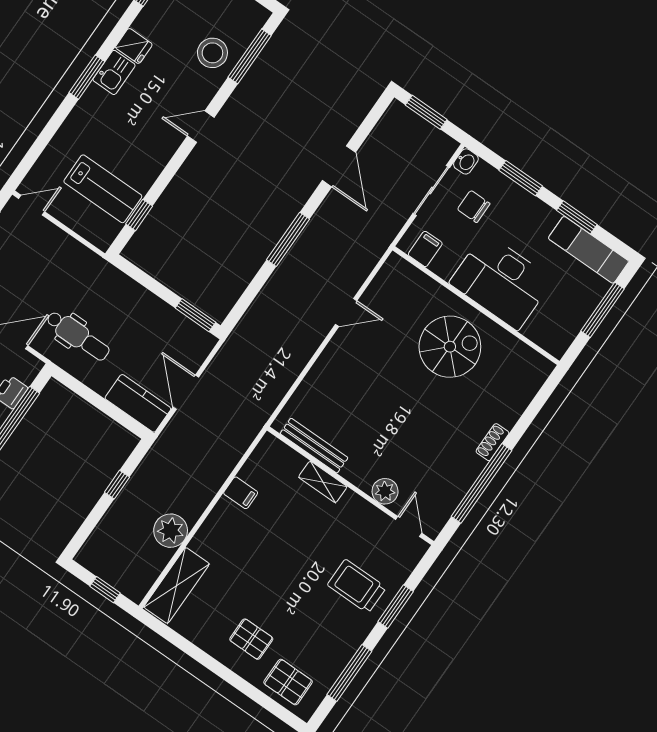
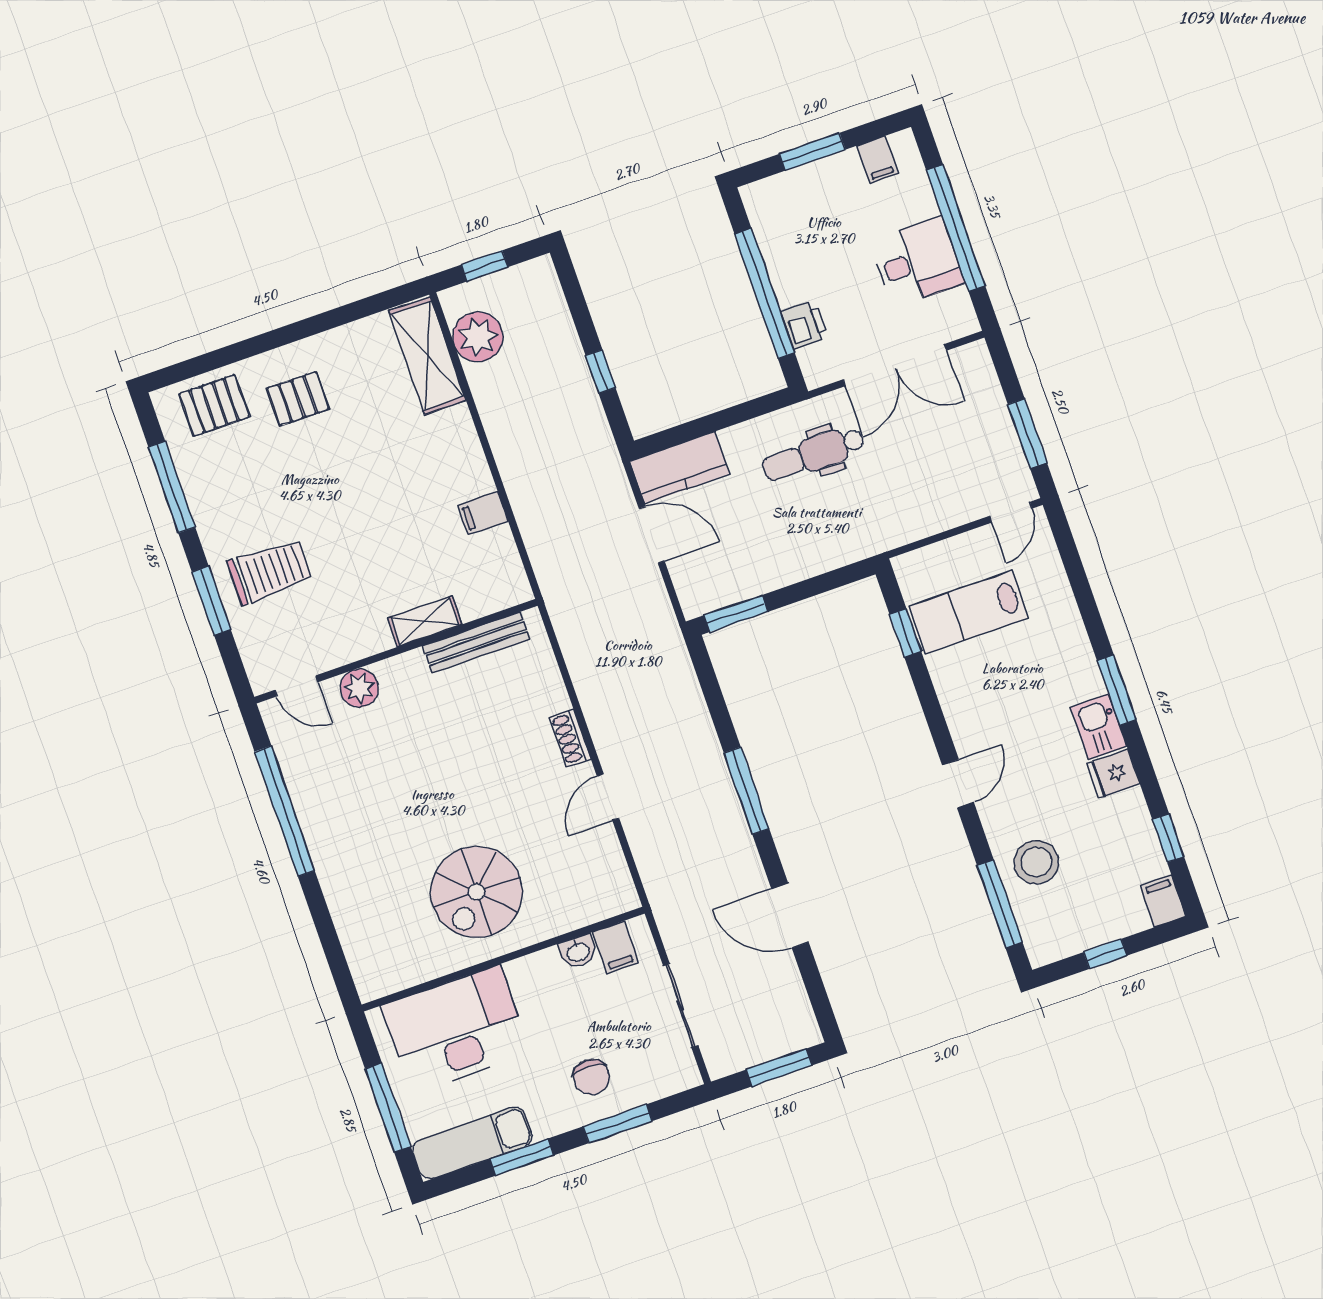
washbasin: (466, 161) -> (578, 952), moved, turned -90
chair: (474, 206) -> (591, 1077), moved, turned 90
desk: (501, 281) -> (456, 1029), moved
shoe rack: (492, 442) -> (570, 738), moved, turned 180
plant: (171, 531) -> (478, 337), moved

